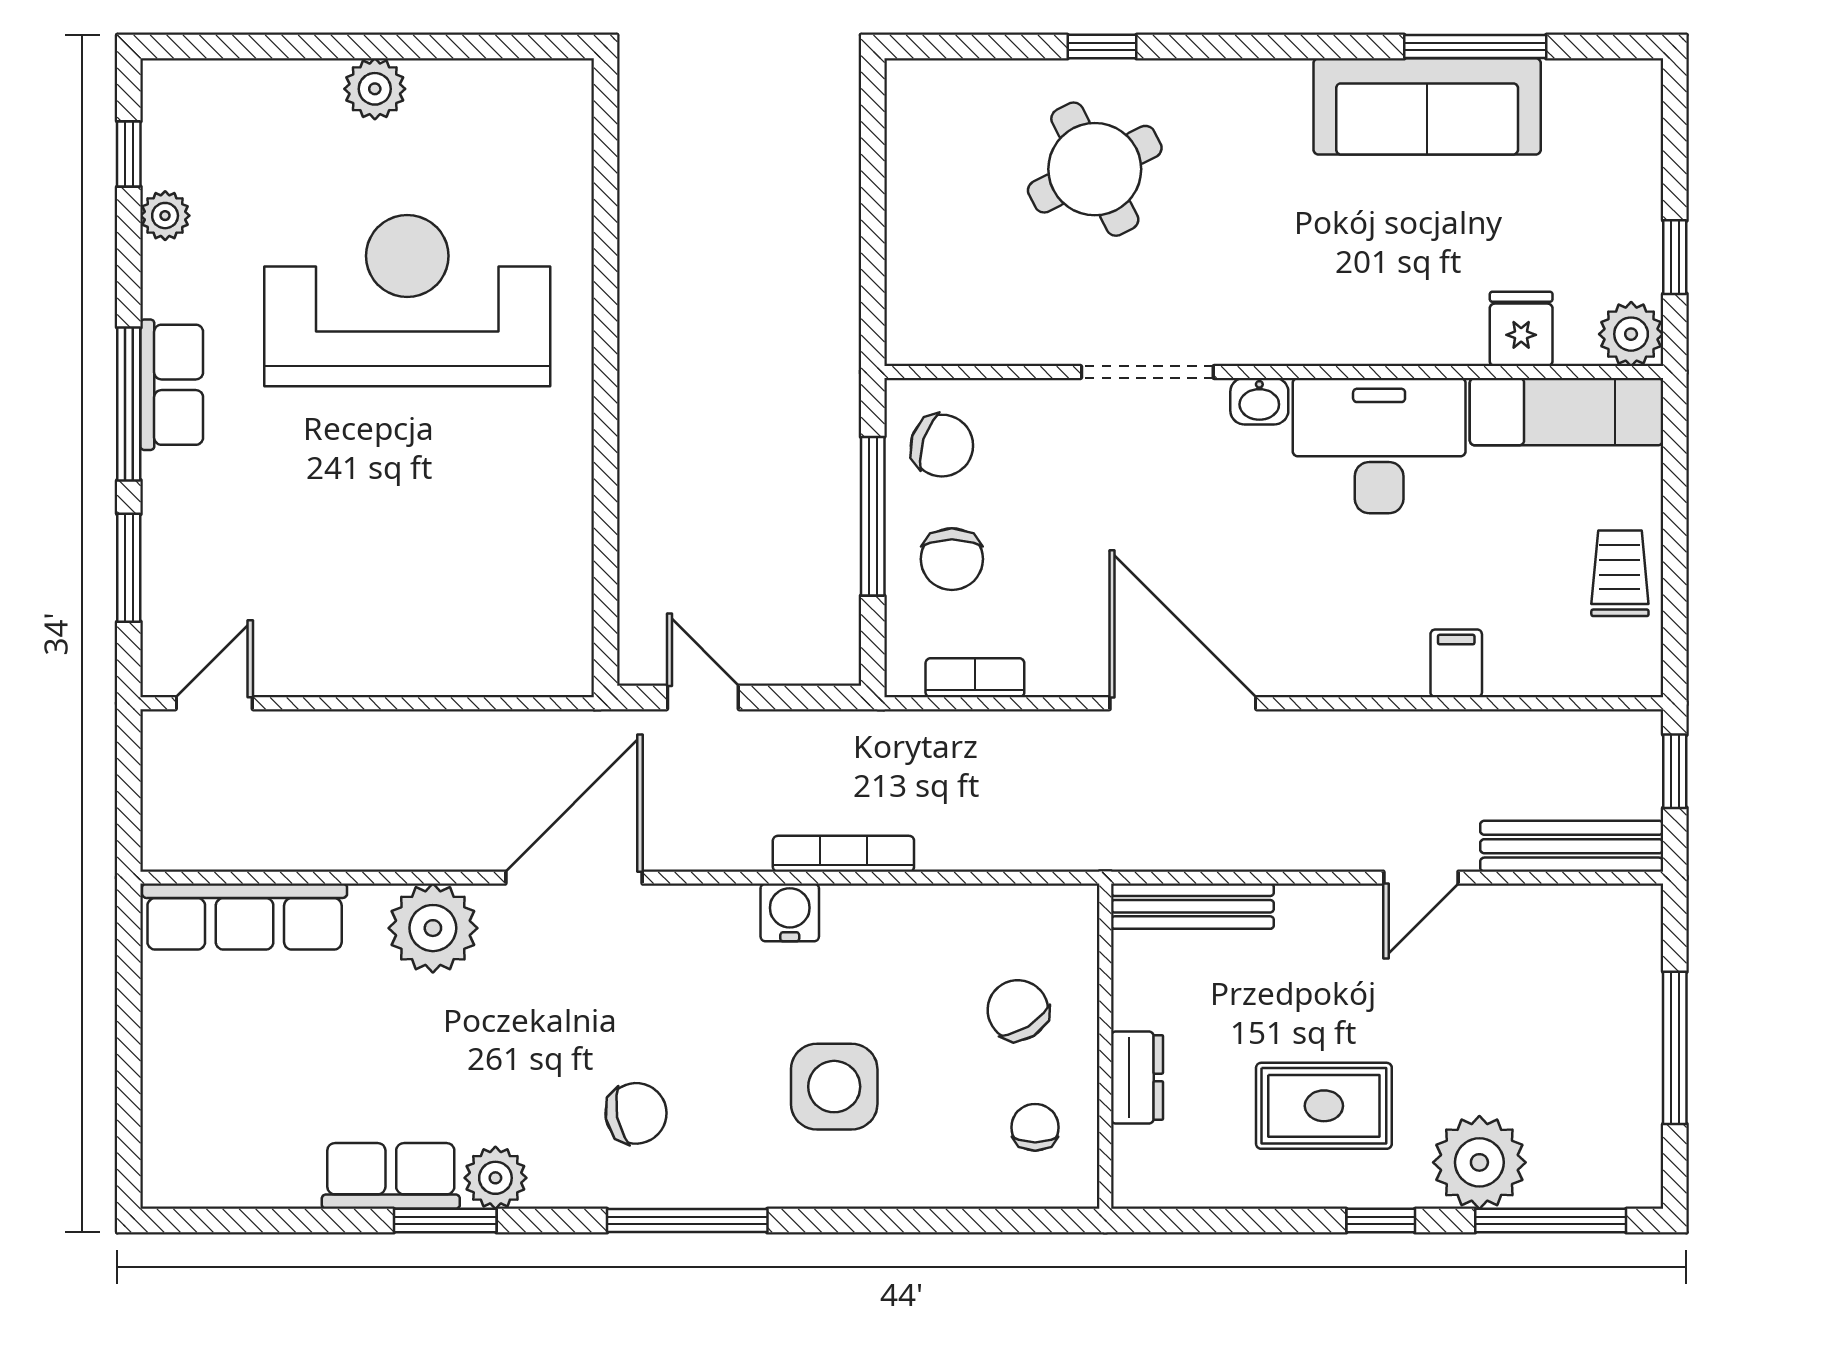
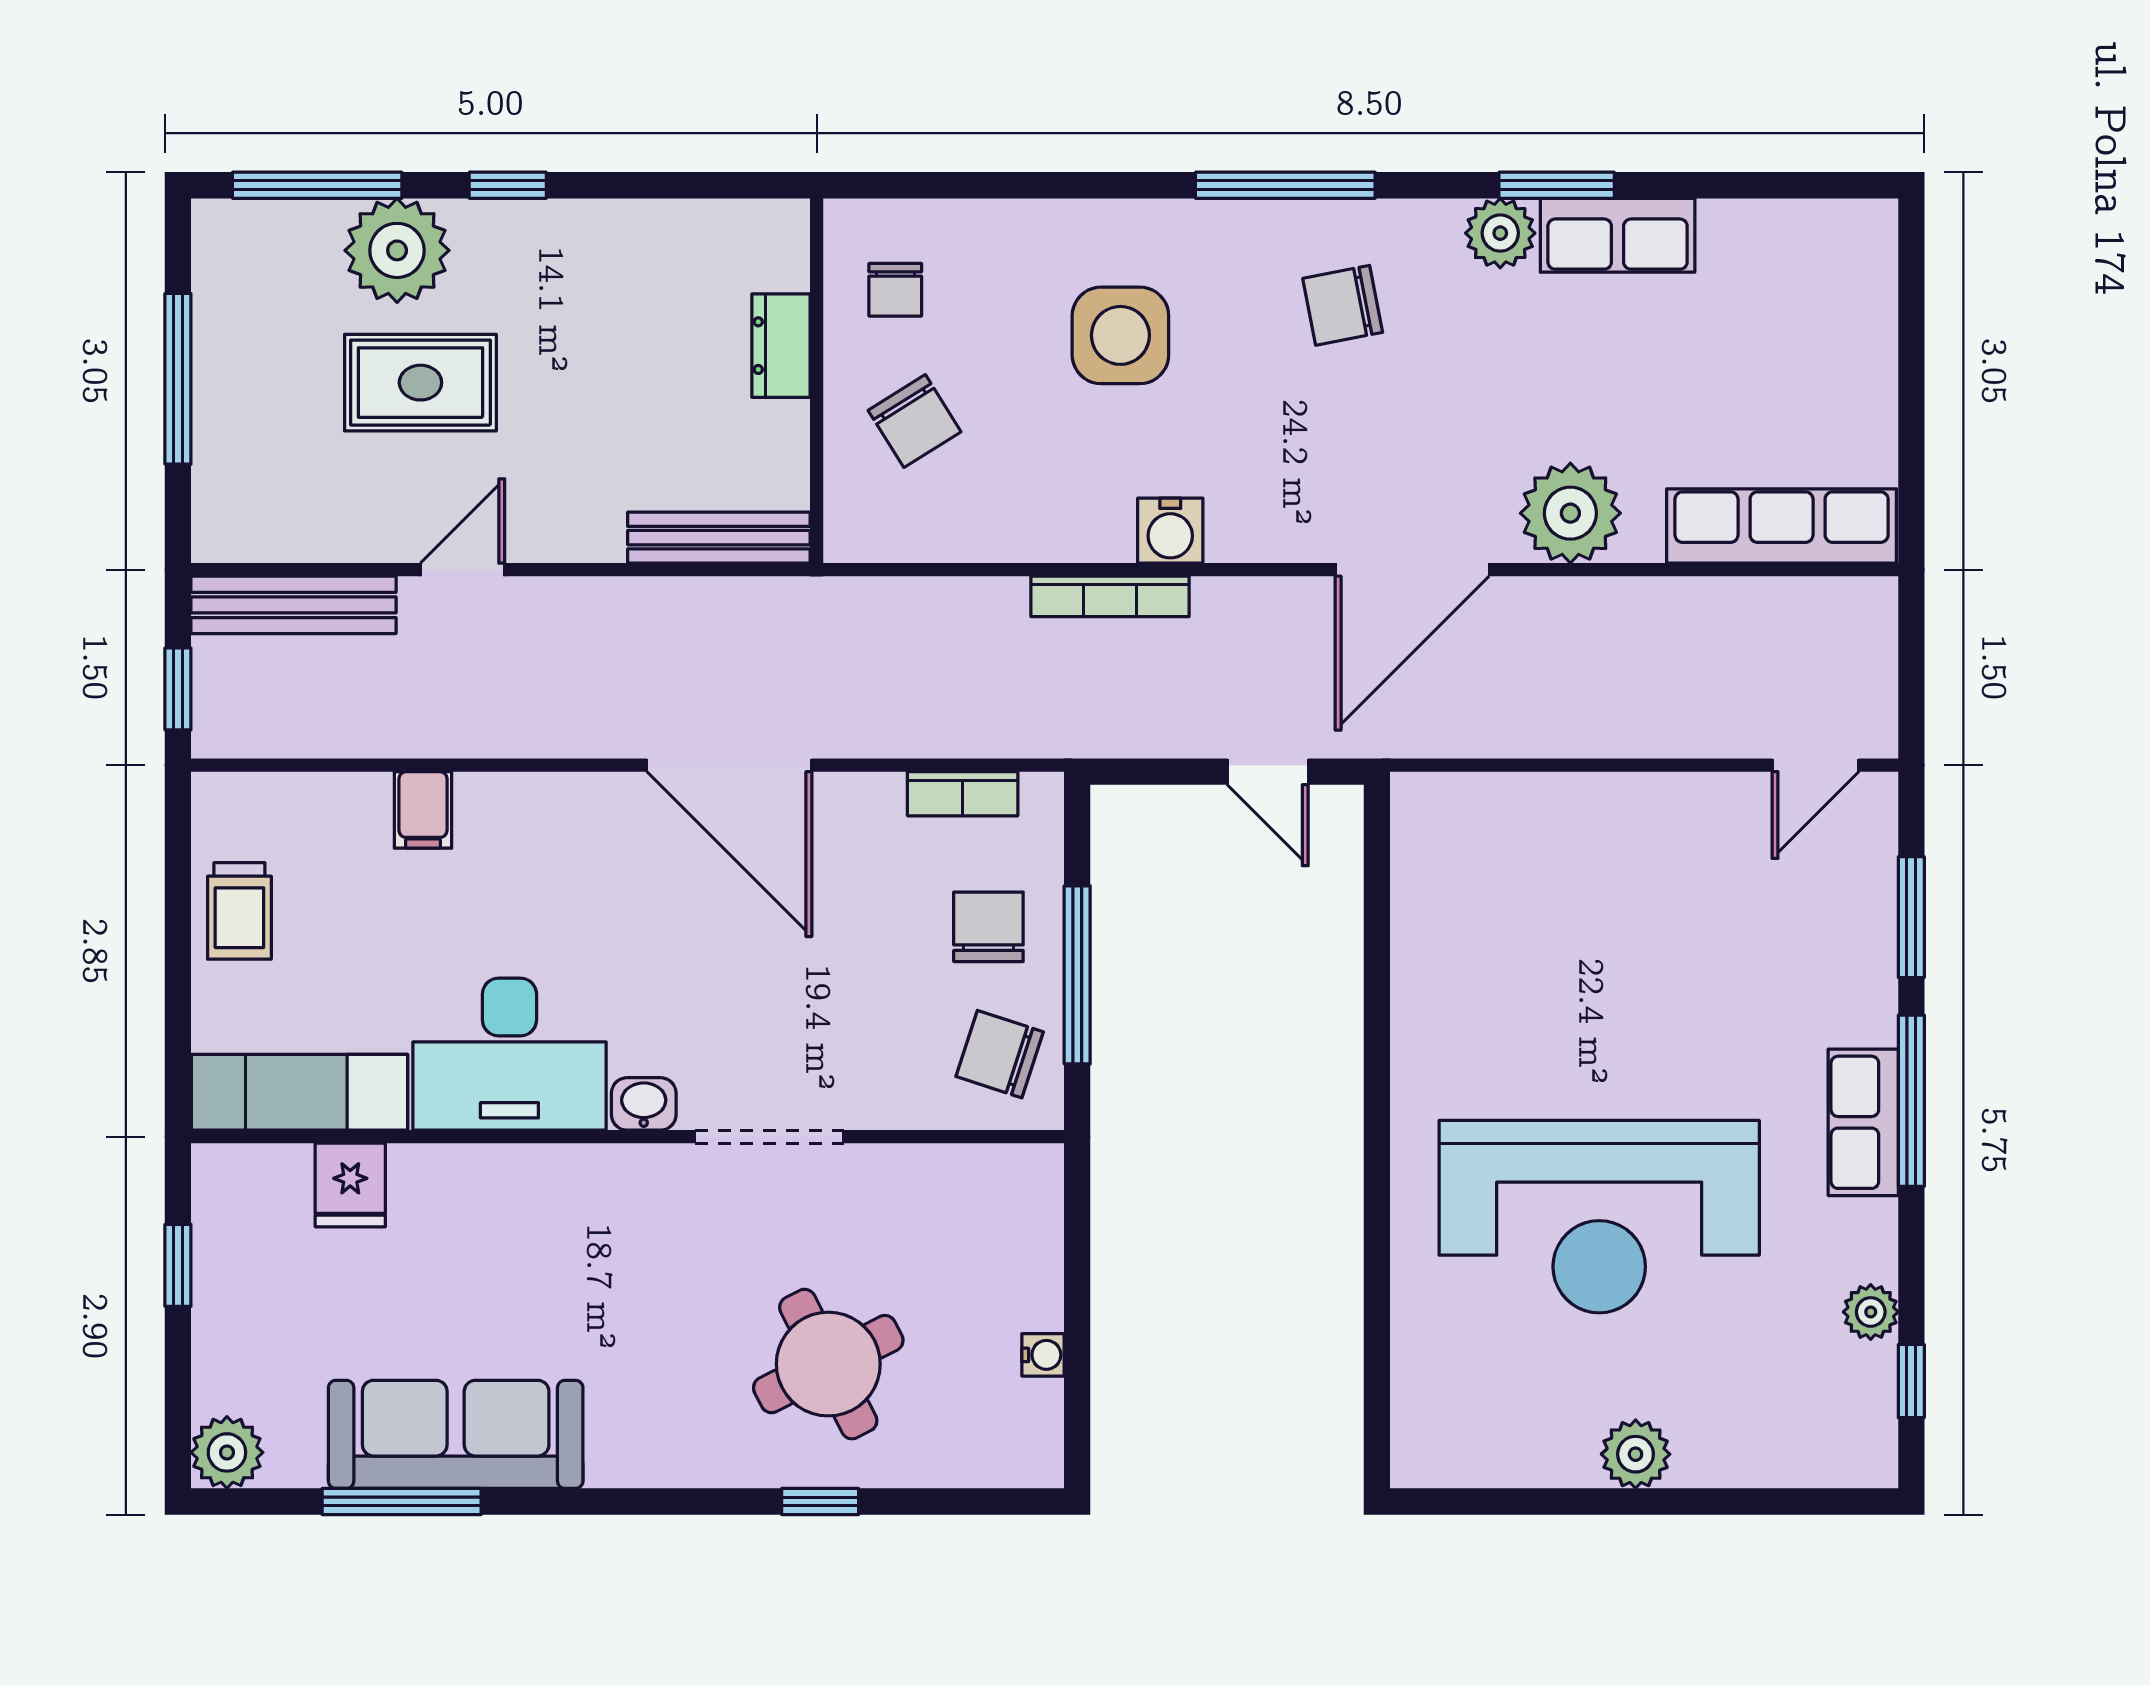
water cooler: (903, 177) -> (1043, 1355), added
plant: (1631, 334) -> (227, 1452), moved
rug: (1324, 1106) -> (420, 383), moved

